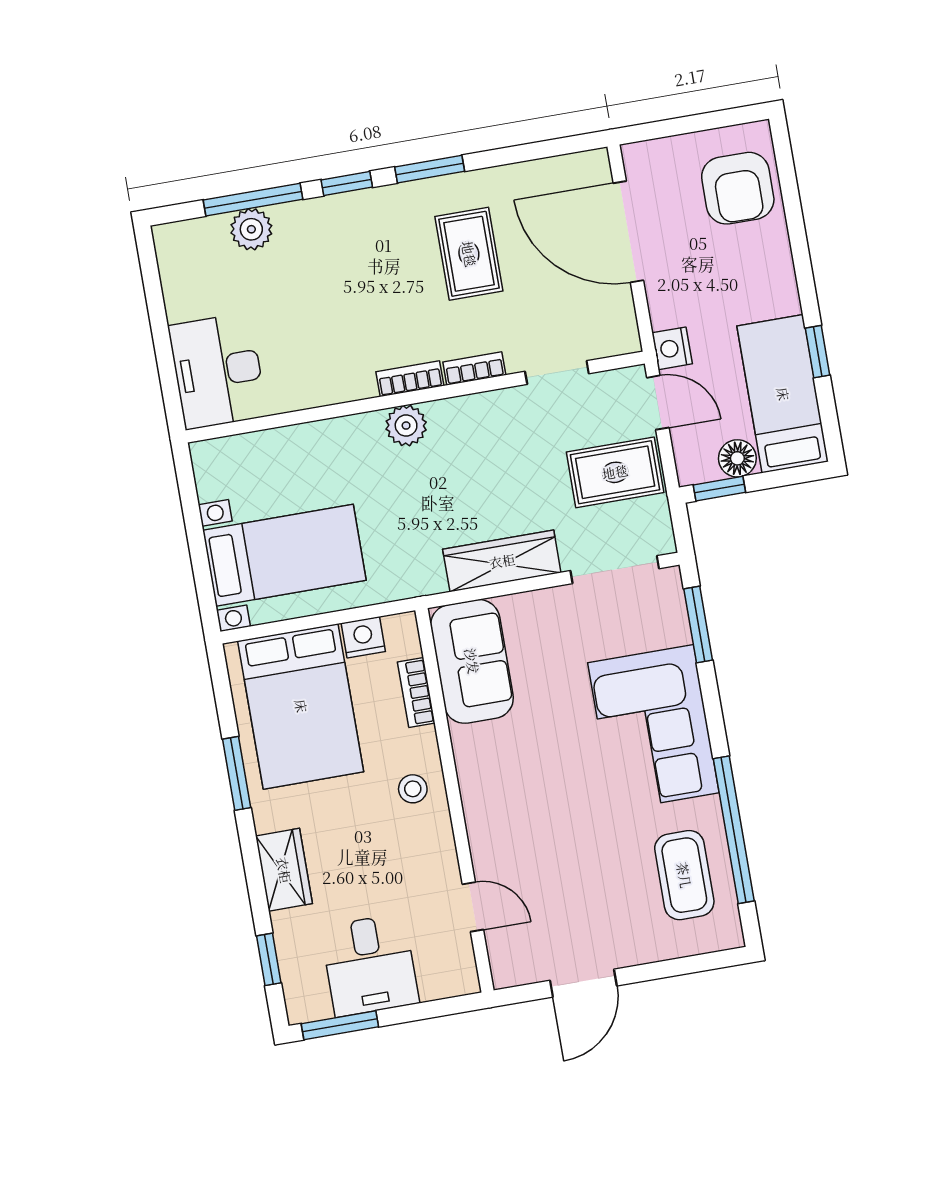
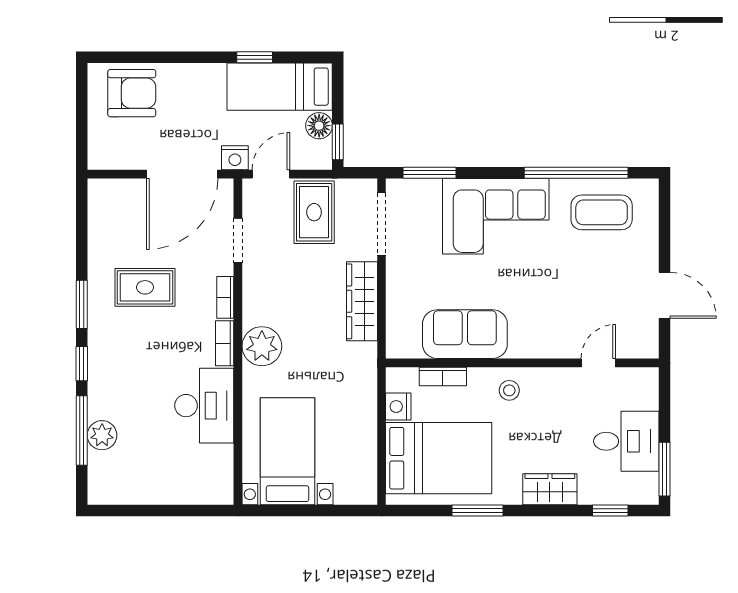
door: (628, 232) -> (182, 174), moved
desk: (218, 371) -> (204, 406), moved, turned -90
plant: (406, 426) -> (262, 346), width x1.36, depth x1.36
bed with nightstands: (284, 555) -> (287, 451), moved
sofa: (472, 661) -> (465, 334), moved

